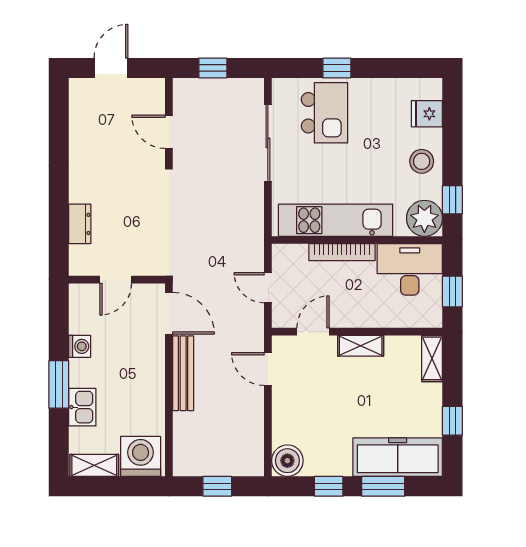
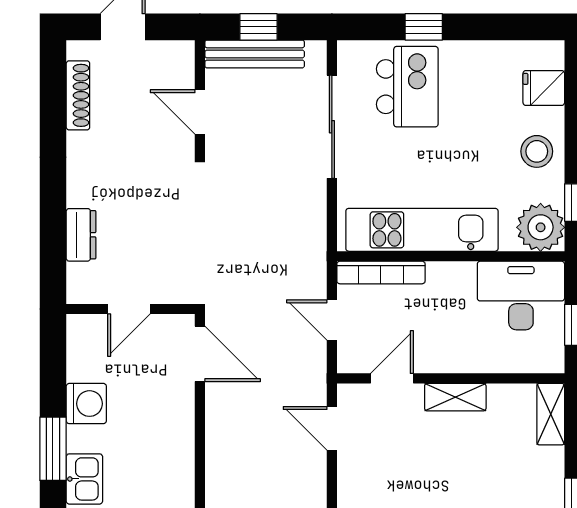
shoe rack: (77, 119) -> (78, 95), added
bookcase: (342, 252) -> (381, 272), moved
washing machine: (80, 346) -> (86, 404), width x1.38, depth x1.38
bench: (183, 373) -> (255, 54), moved, turned 90

